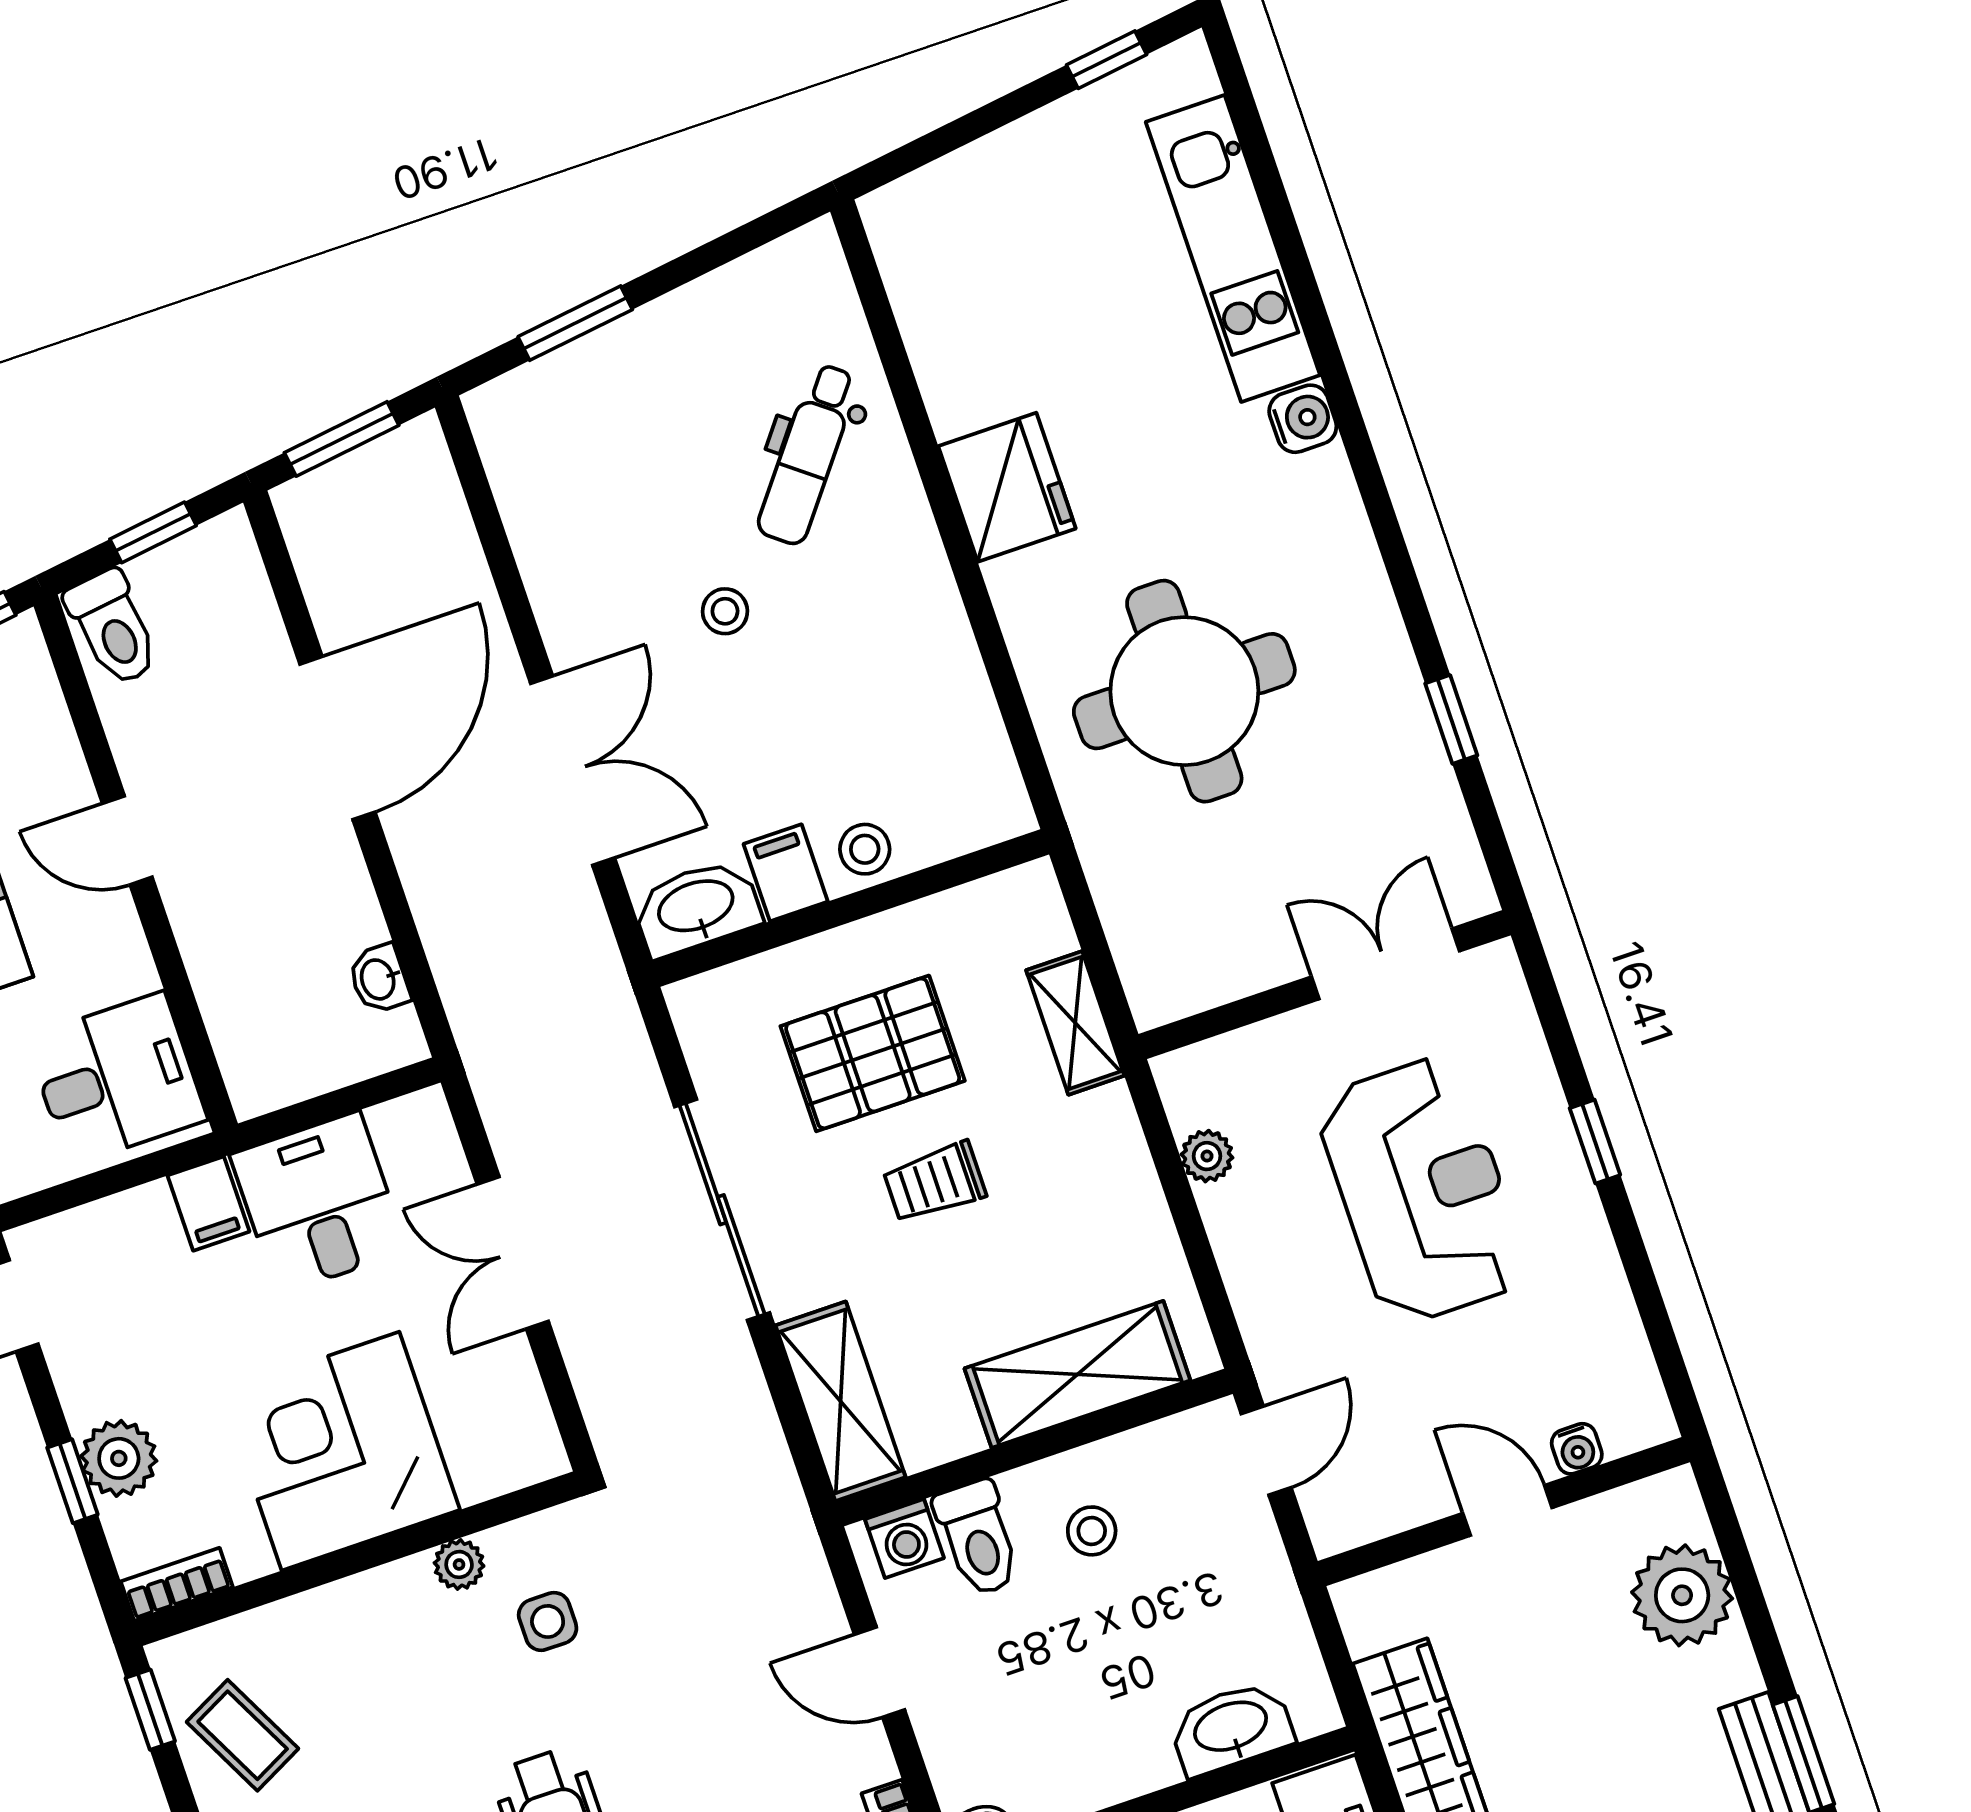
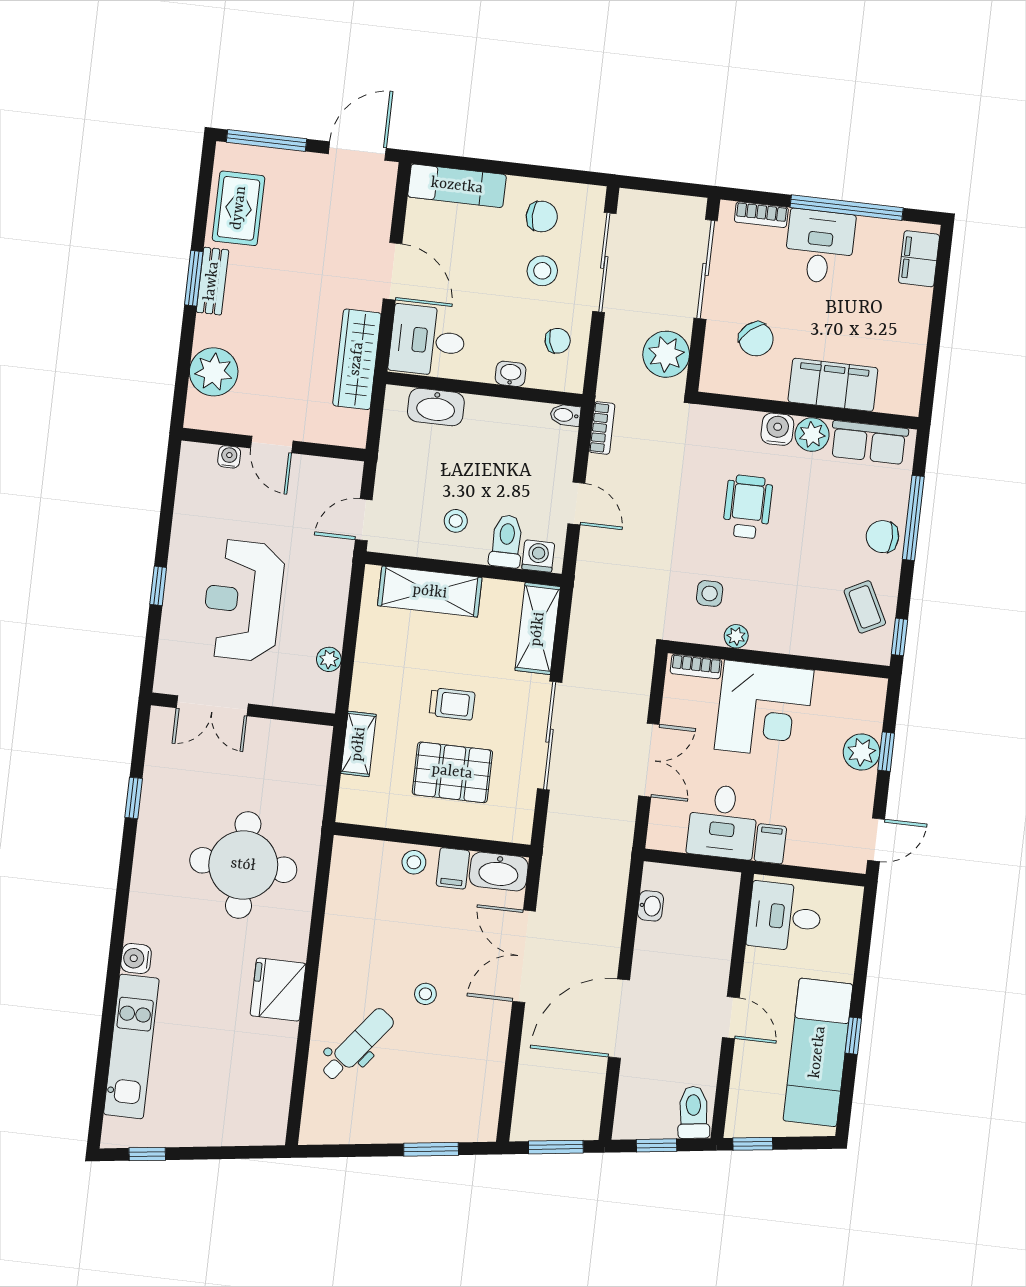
bookcase: (177, 1584) -> (696, 666), moved

